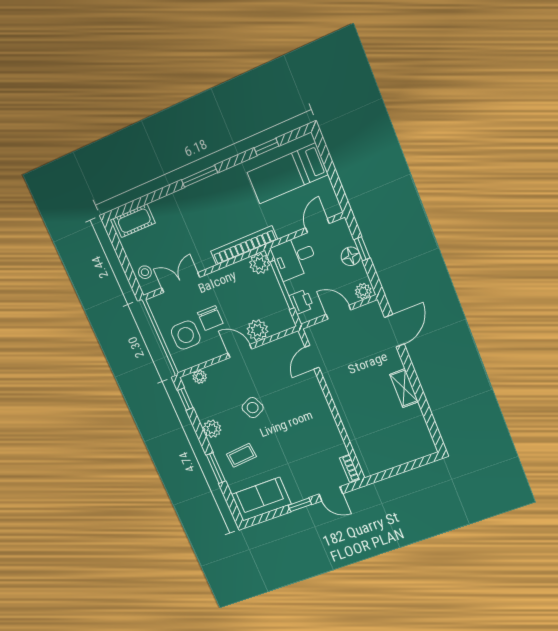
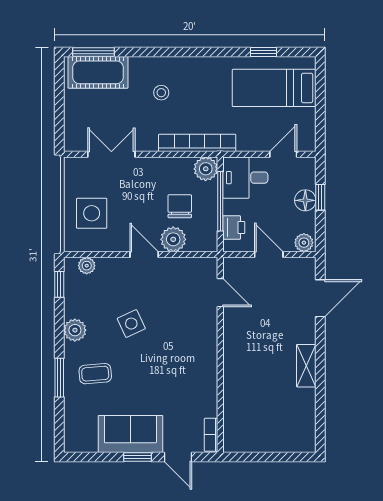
window: (200, 176) -> (94, 52), moved
cot: (134, 221) -> (98, 72), width x1.37, depth x1.34
stool: (145, 272) -> (161, 93), moved
chair: (210, 318) -> (180, 206), moved, turned 180
door: (312, 357) -> (220, 293), swing flipped
sofa: (261, 499) -> (130, 434), moved

